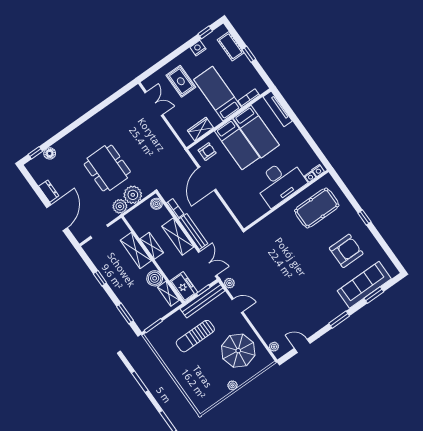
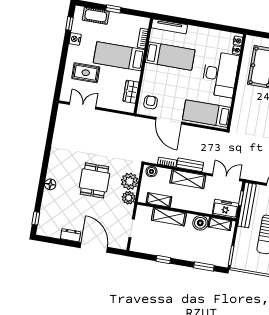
bed: (237, 144) -> (207, 114), moved, turned 180
floor lamp: (50, 153) -> (50, 184), moved
dining table: (107, 168) -> (94, 180), width x0.73
bench: (193, 231) -> (190, 165), width x0.73
shelving: (152, 246) -> (159, 200), moved
plant: (229, 283) -> (254, 176), removed

